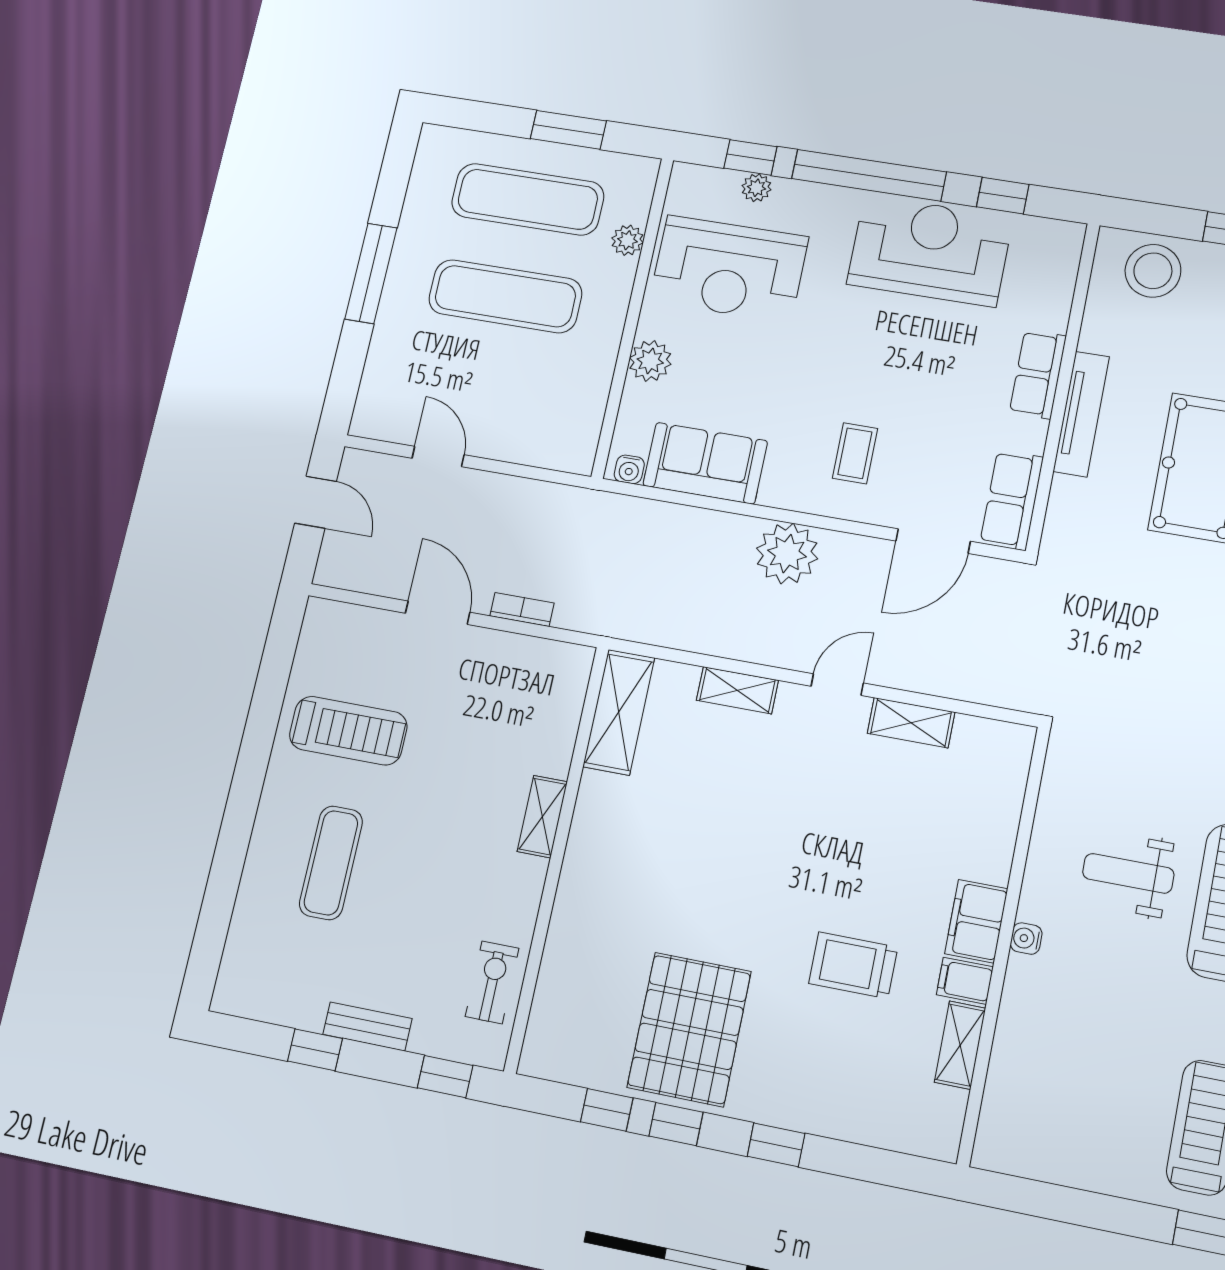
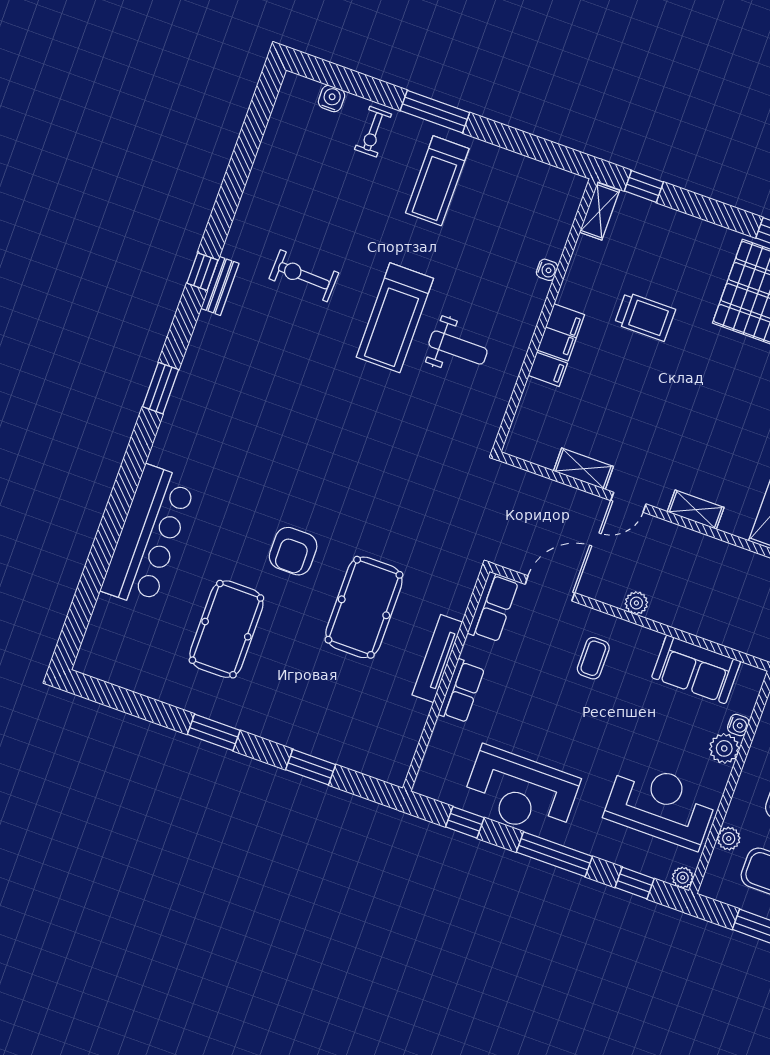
window: (869, 175) -> (554, 854), width x0.68
plant: (756, 188) -> (683, 878), moved
stool: (1153, 271) -> (372, 750), removed
water cooler: (629, 469) -> (738, 725), moved, turned 90
plant: (787, 554) -> (636, 603), width x0.53, depth x0.53
water cooler: (1026, 939) -> (547, 270), moved
filing cabinet: (965, 981) -> (548, 369), moved
shelving: (960, 1045) -> (599, 211), moved
window: (776, 1145) -> (644, 186), moved

